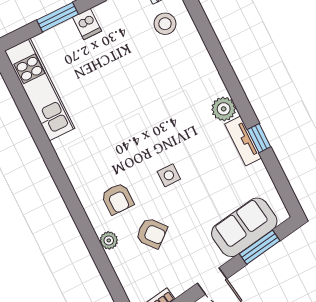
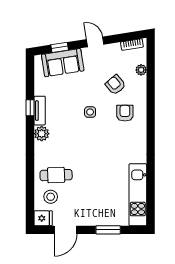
dishwasher: (87, 24) -> (94, 218), removed
cafe table: (173, 59) -> (56, 175), added
plant: (109, 240) -> (141, 70), moved
window: (260, 247) -> (60, 47), width x0.67

